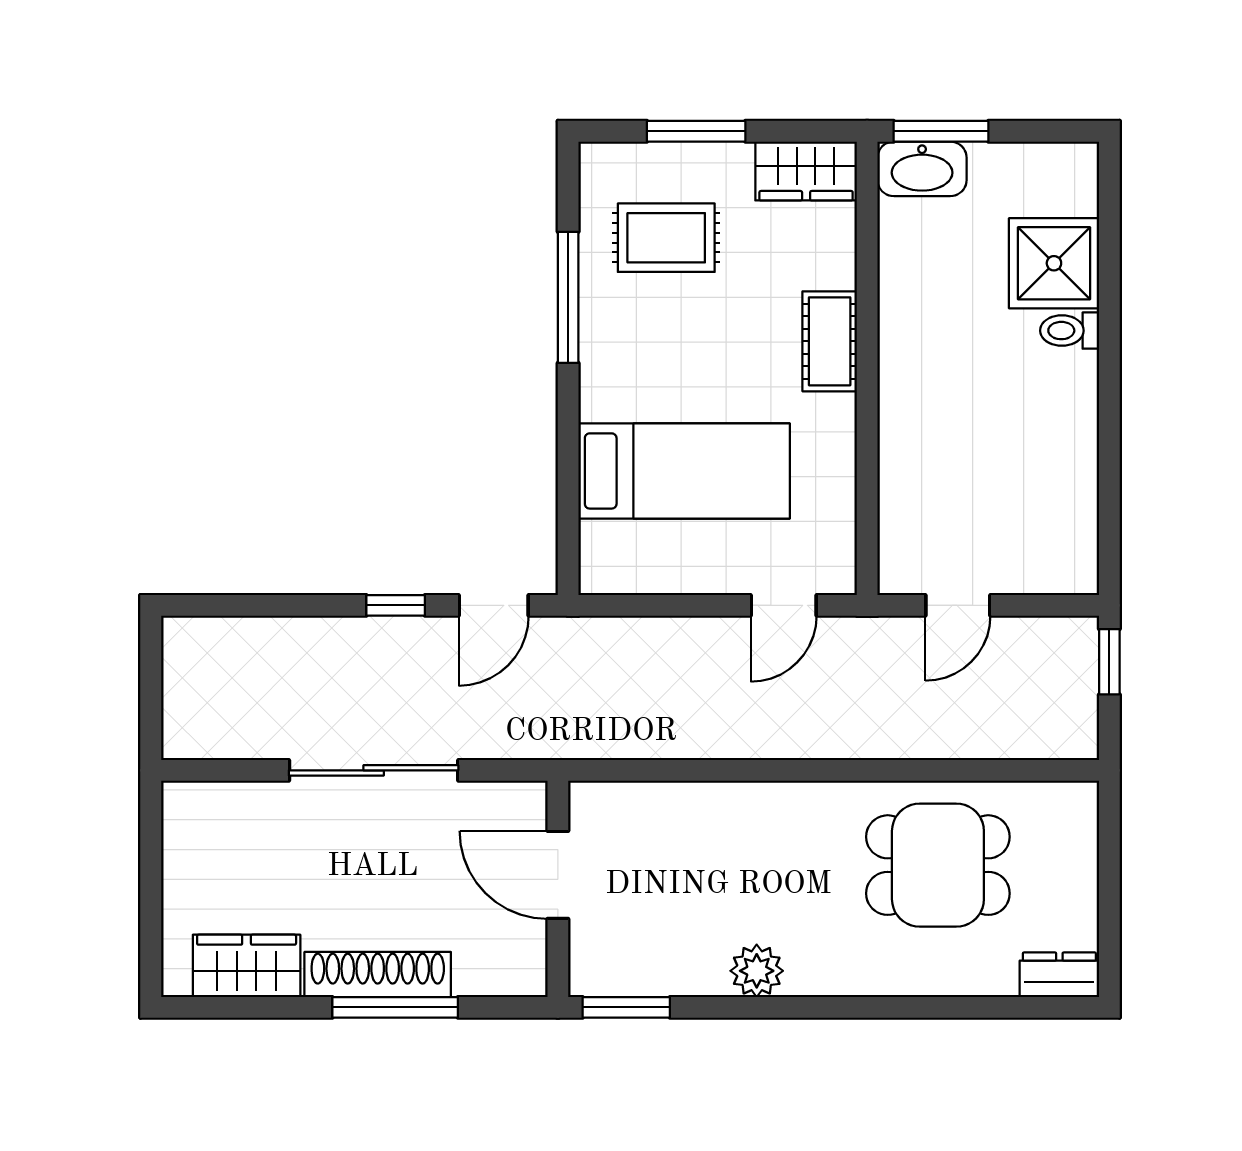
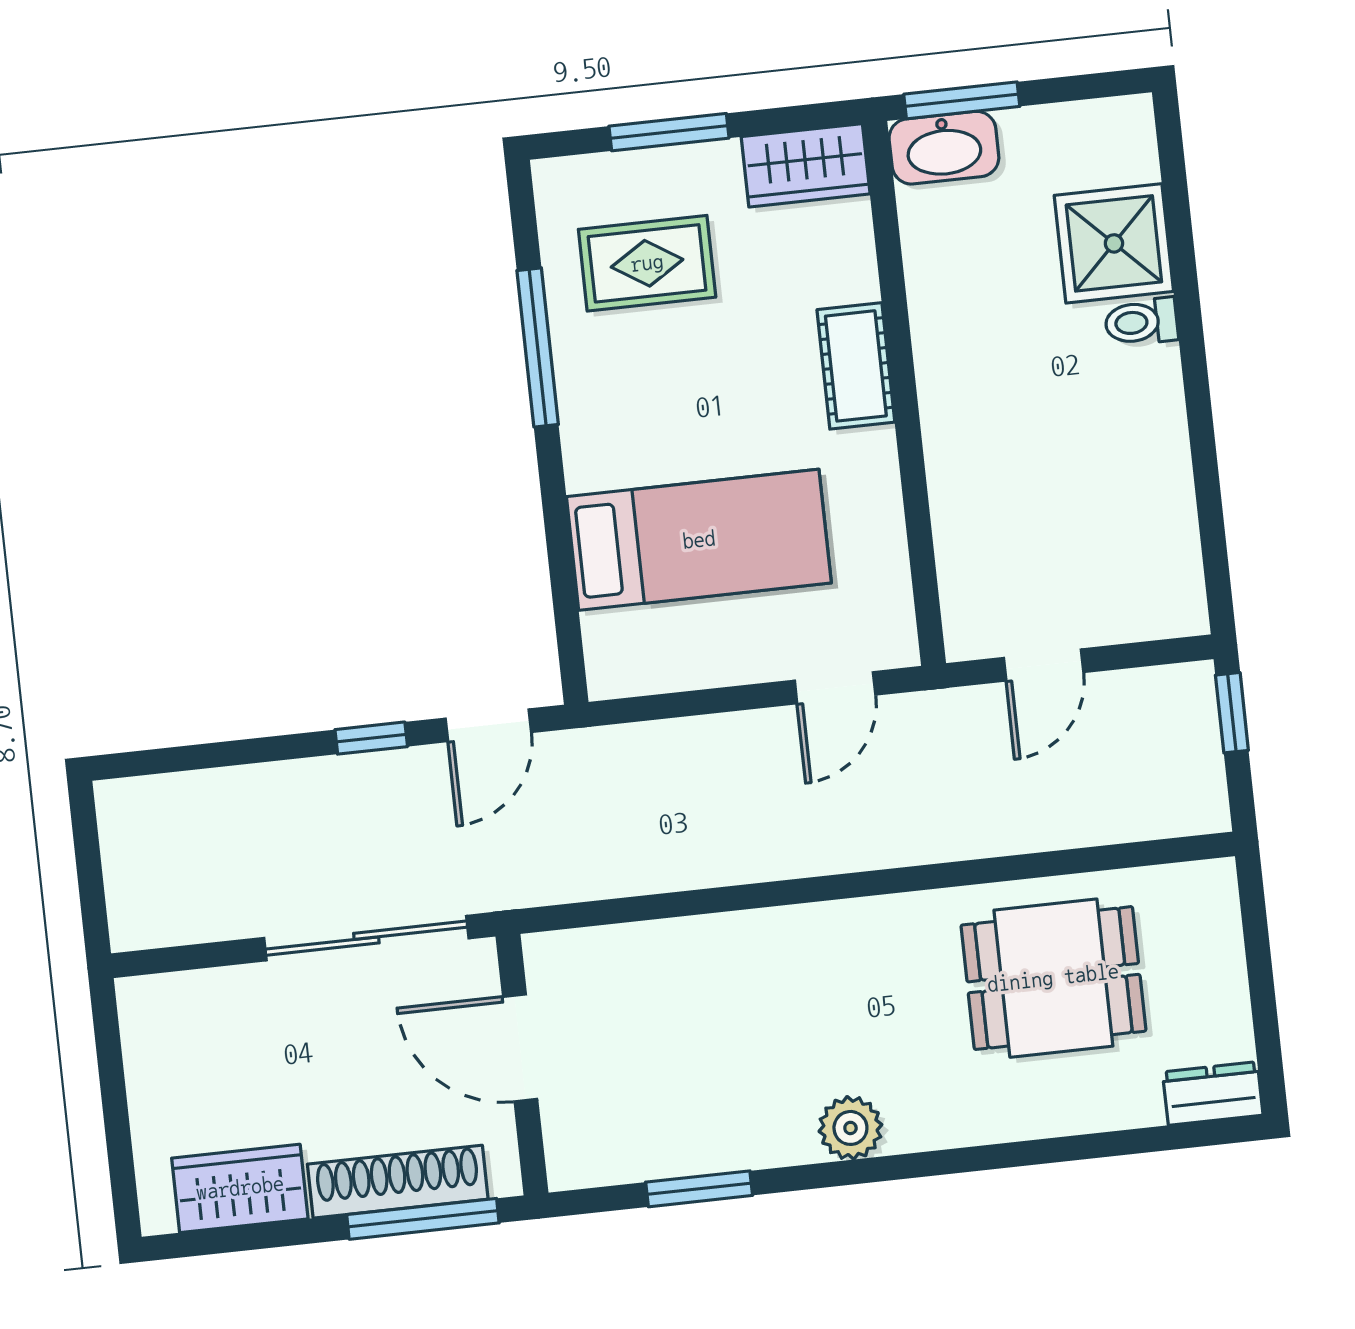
door: (558, 875) -> (520, 1048), moved
wall: (558, 889) -> (522, 1065), moved

